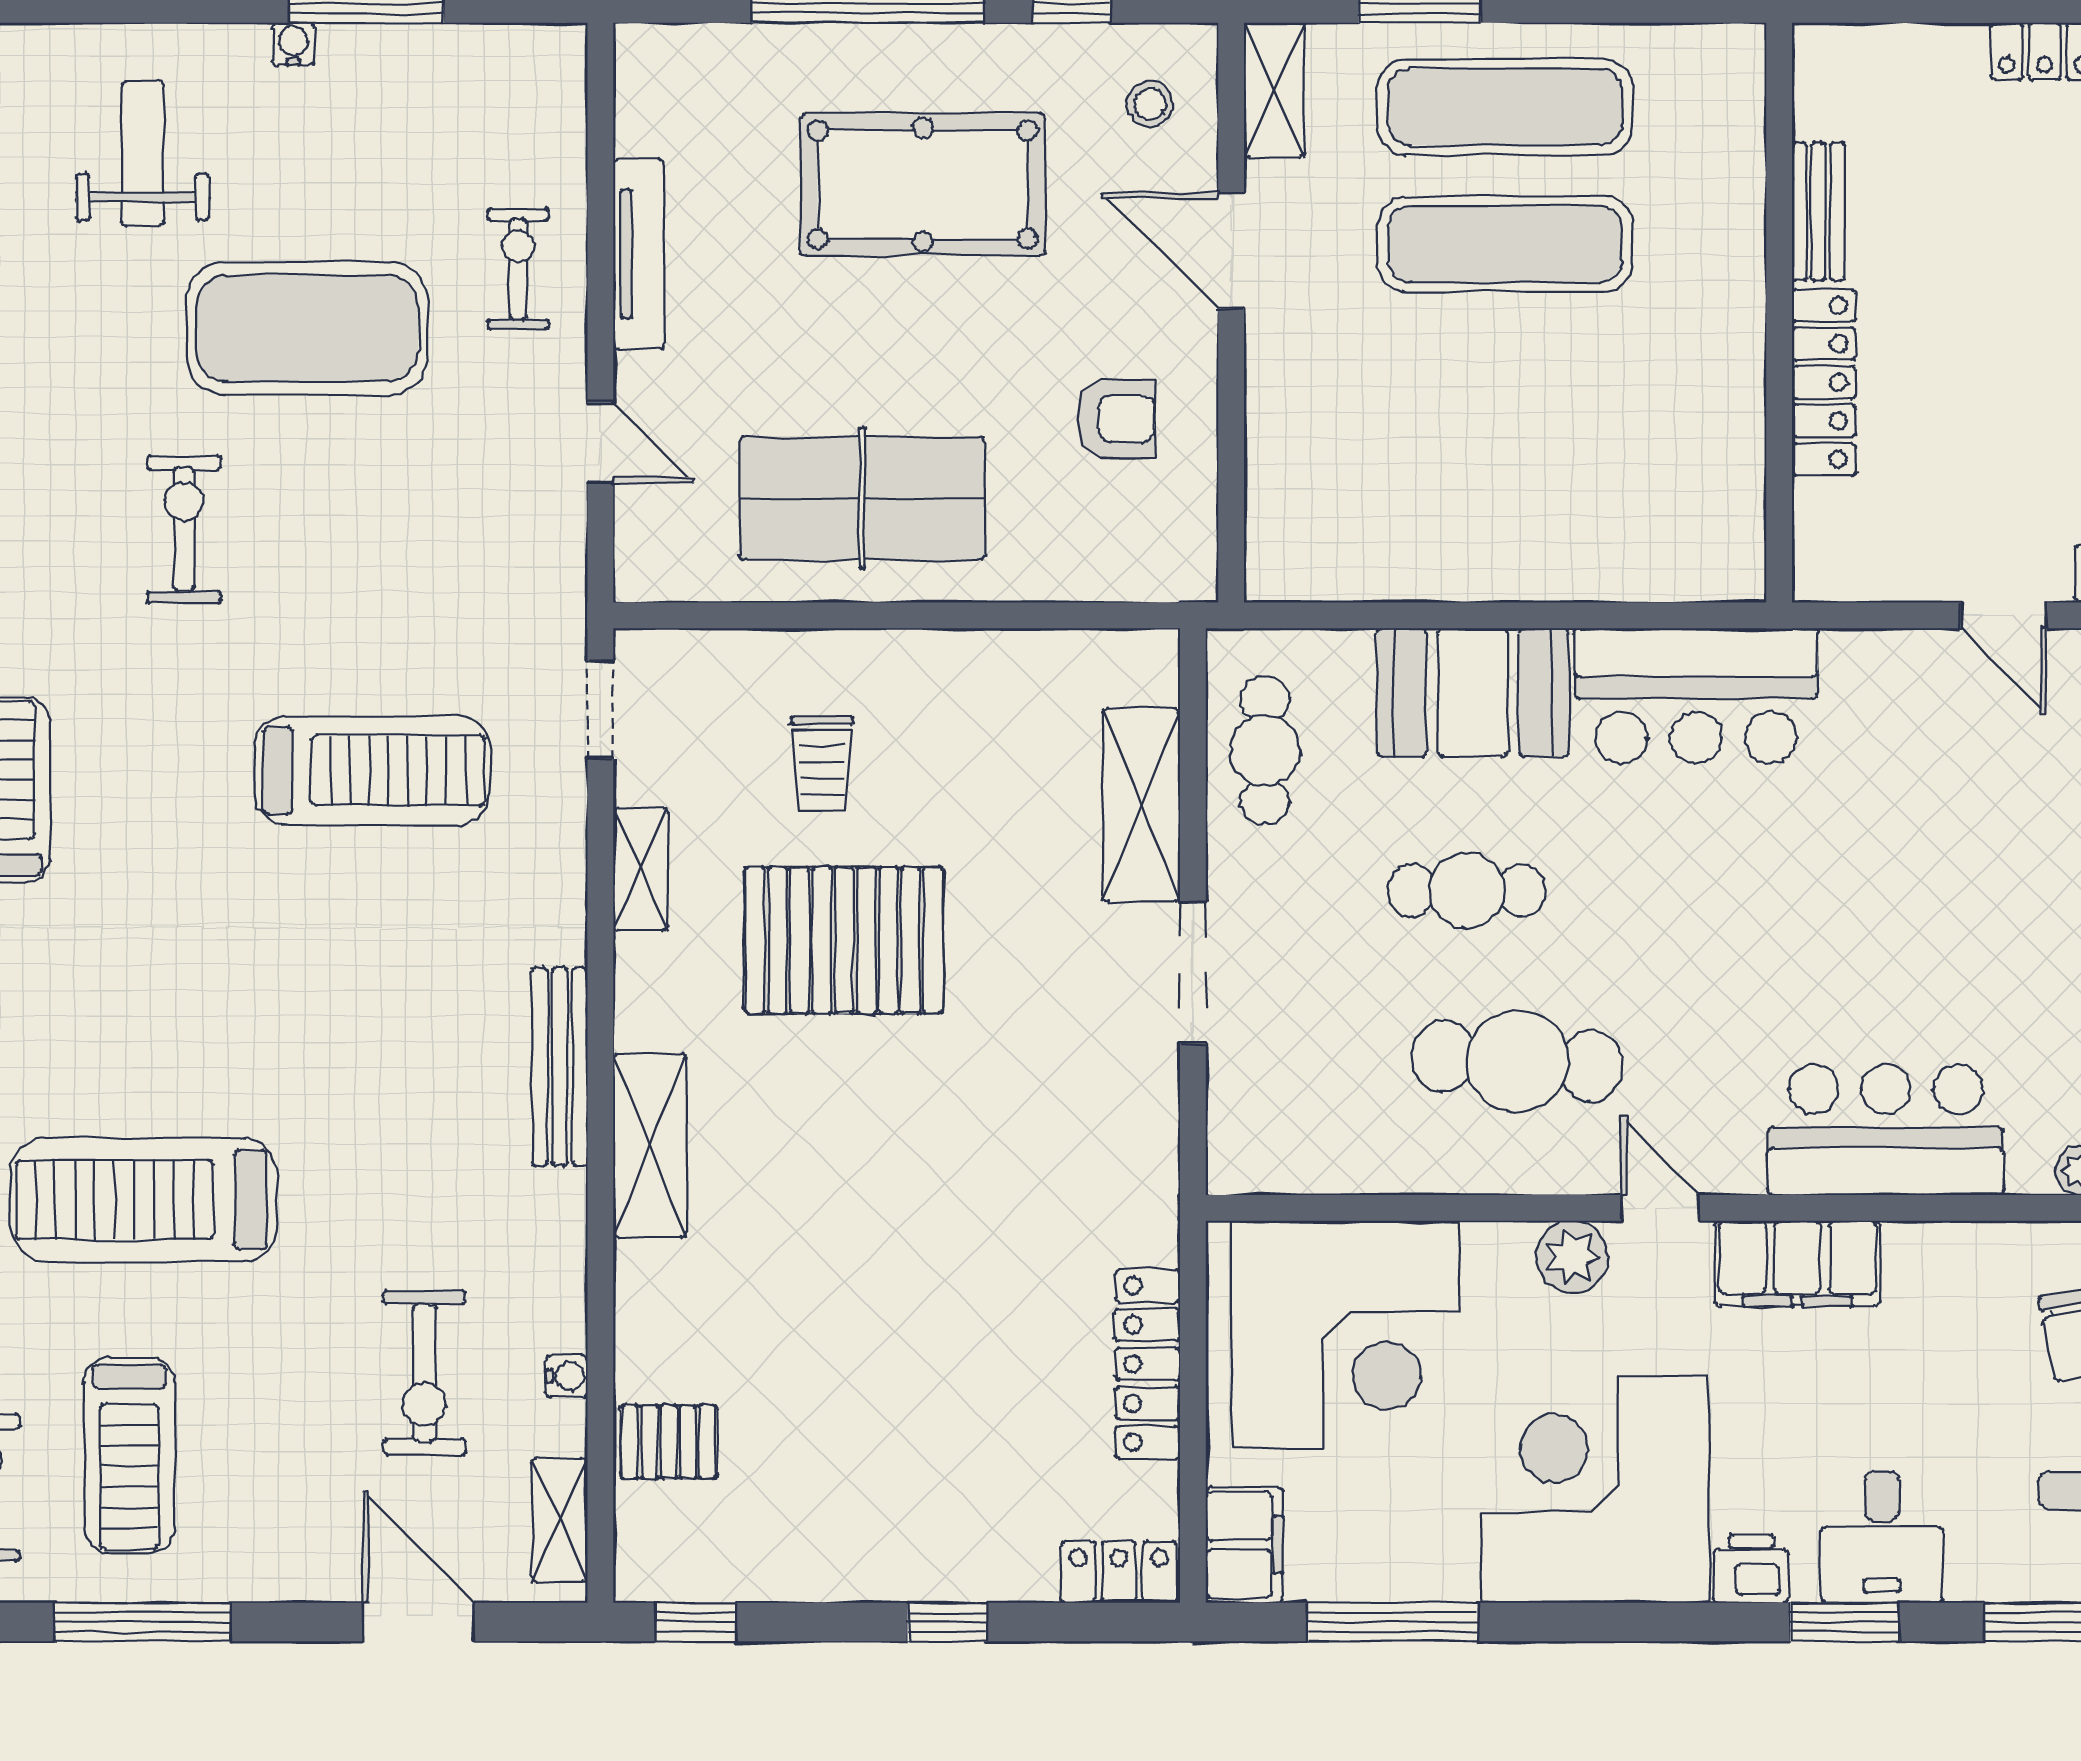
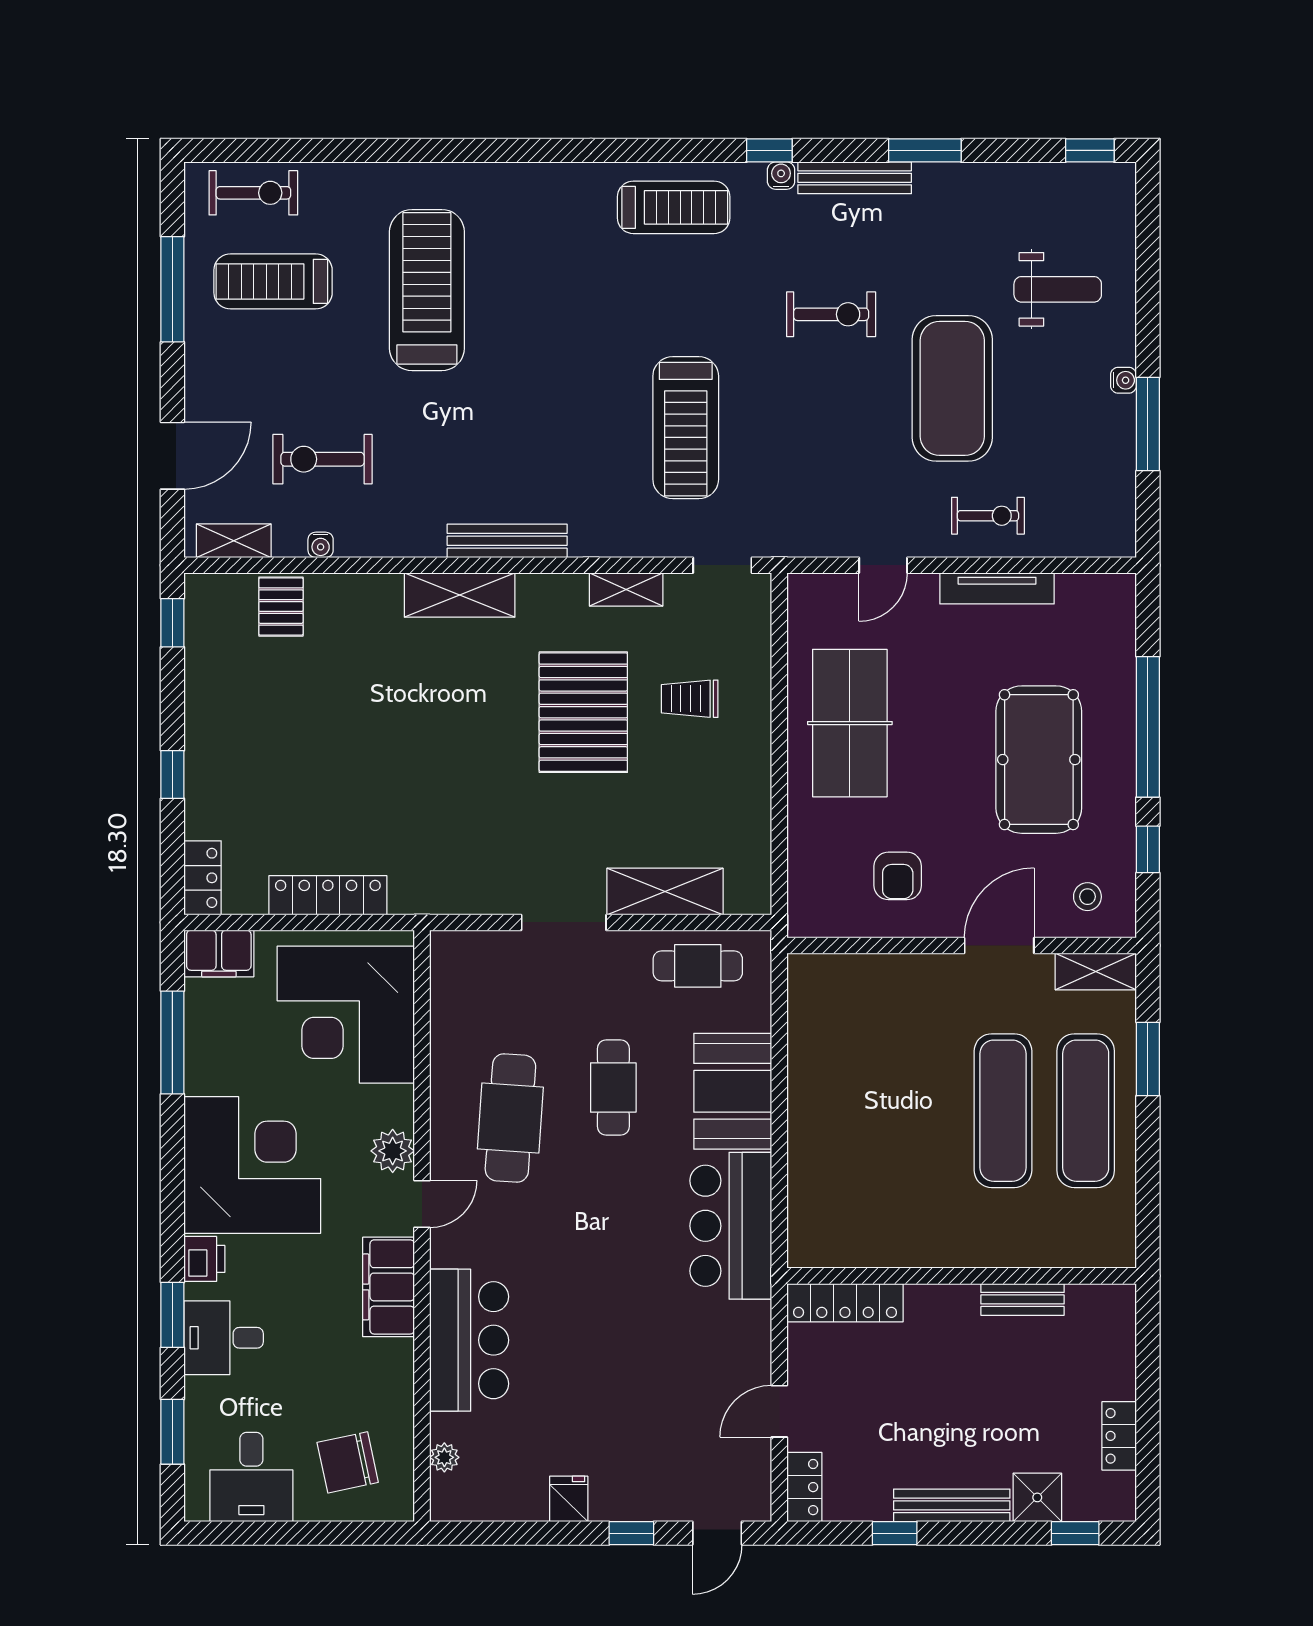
locker: (1824, 382) -> (845, 1303), moved

